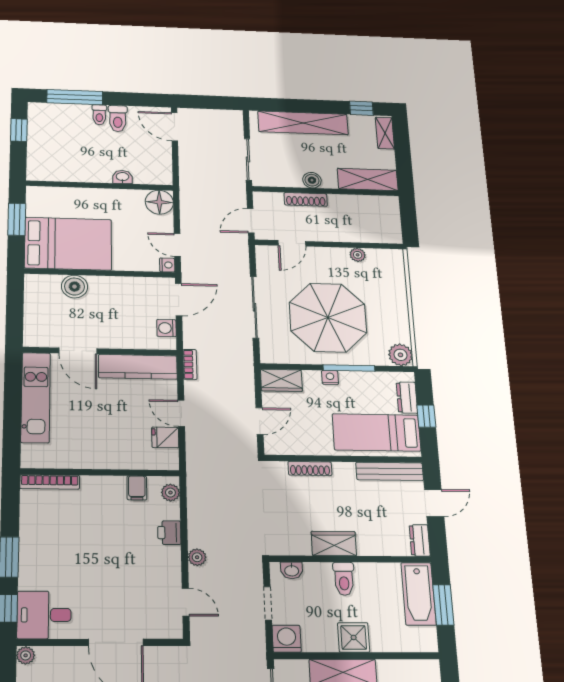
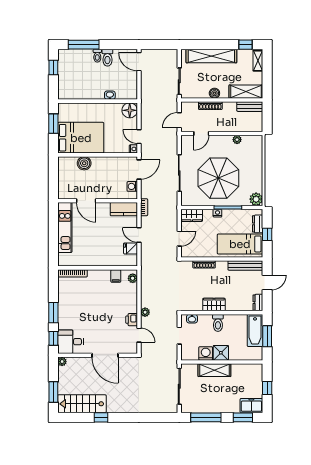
bench: (376, 203) -> (250, 107), added
kitchen counter: (138, 367) -> (124, 209), width x0.67
printer: (169, 533) -> (132, 320), moved
washing machine: (287, 639) -> (206, 353), moved

